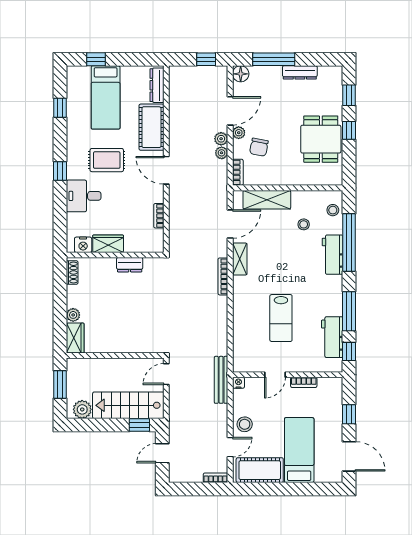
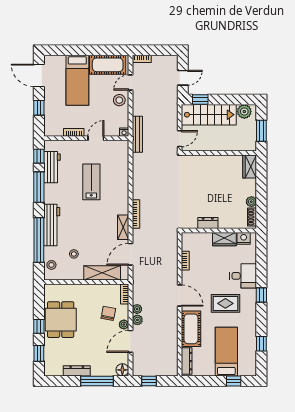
workbench: (333, 255) -> (52, 225), width x1.38
plant: (73, 315) -> (251, 202), moved

